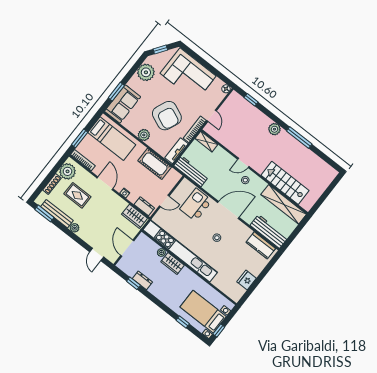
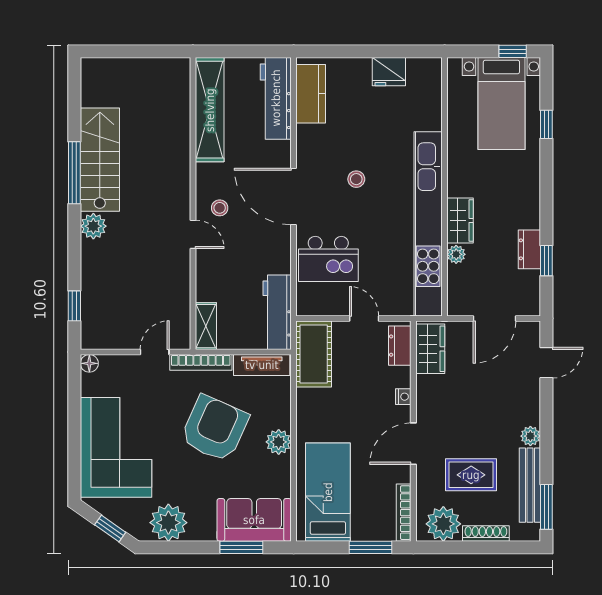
cot: (155, 164) -> (314, 354), moved
stairs: (285, 183) -> (100, 160), moved, turned 180
rug: (77, 195) -> (471, 475), turned 90

